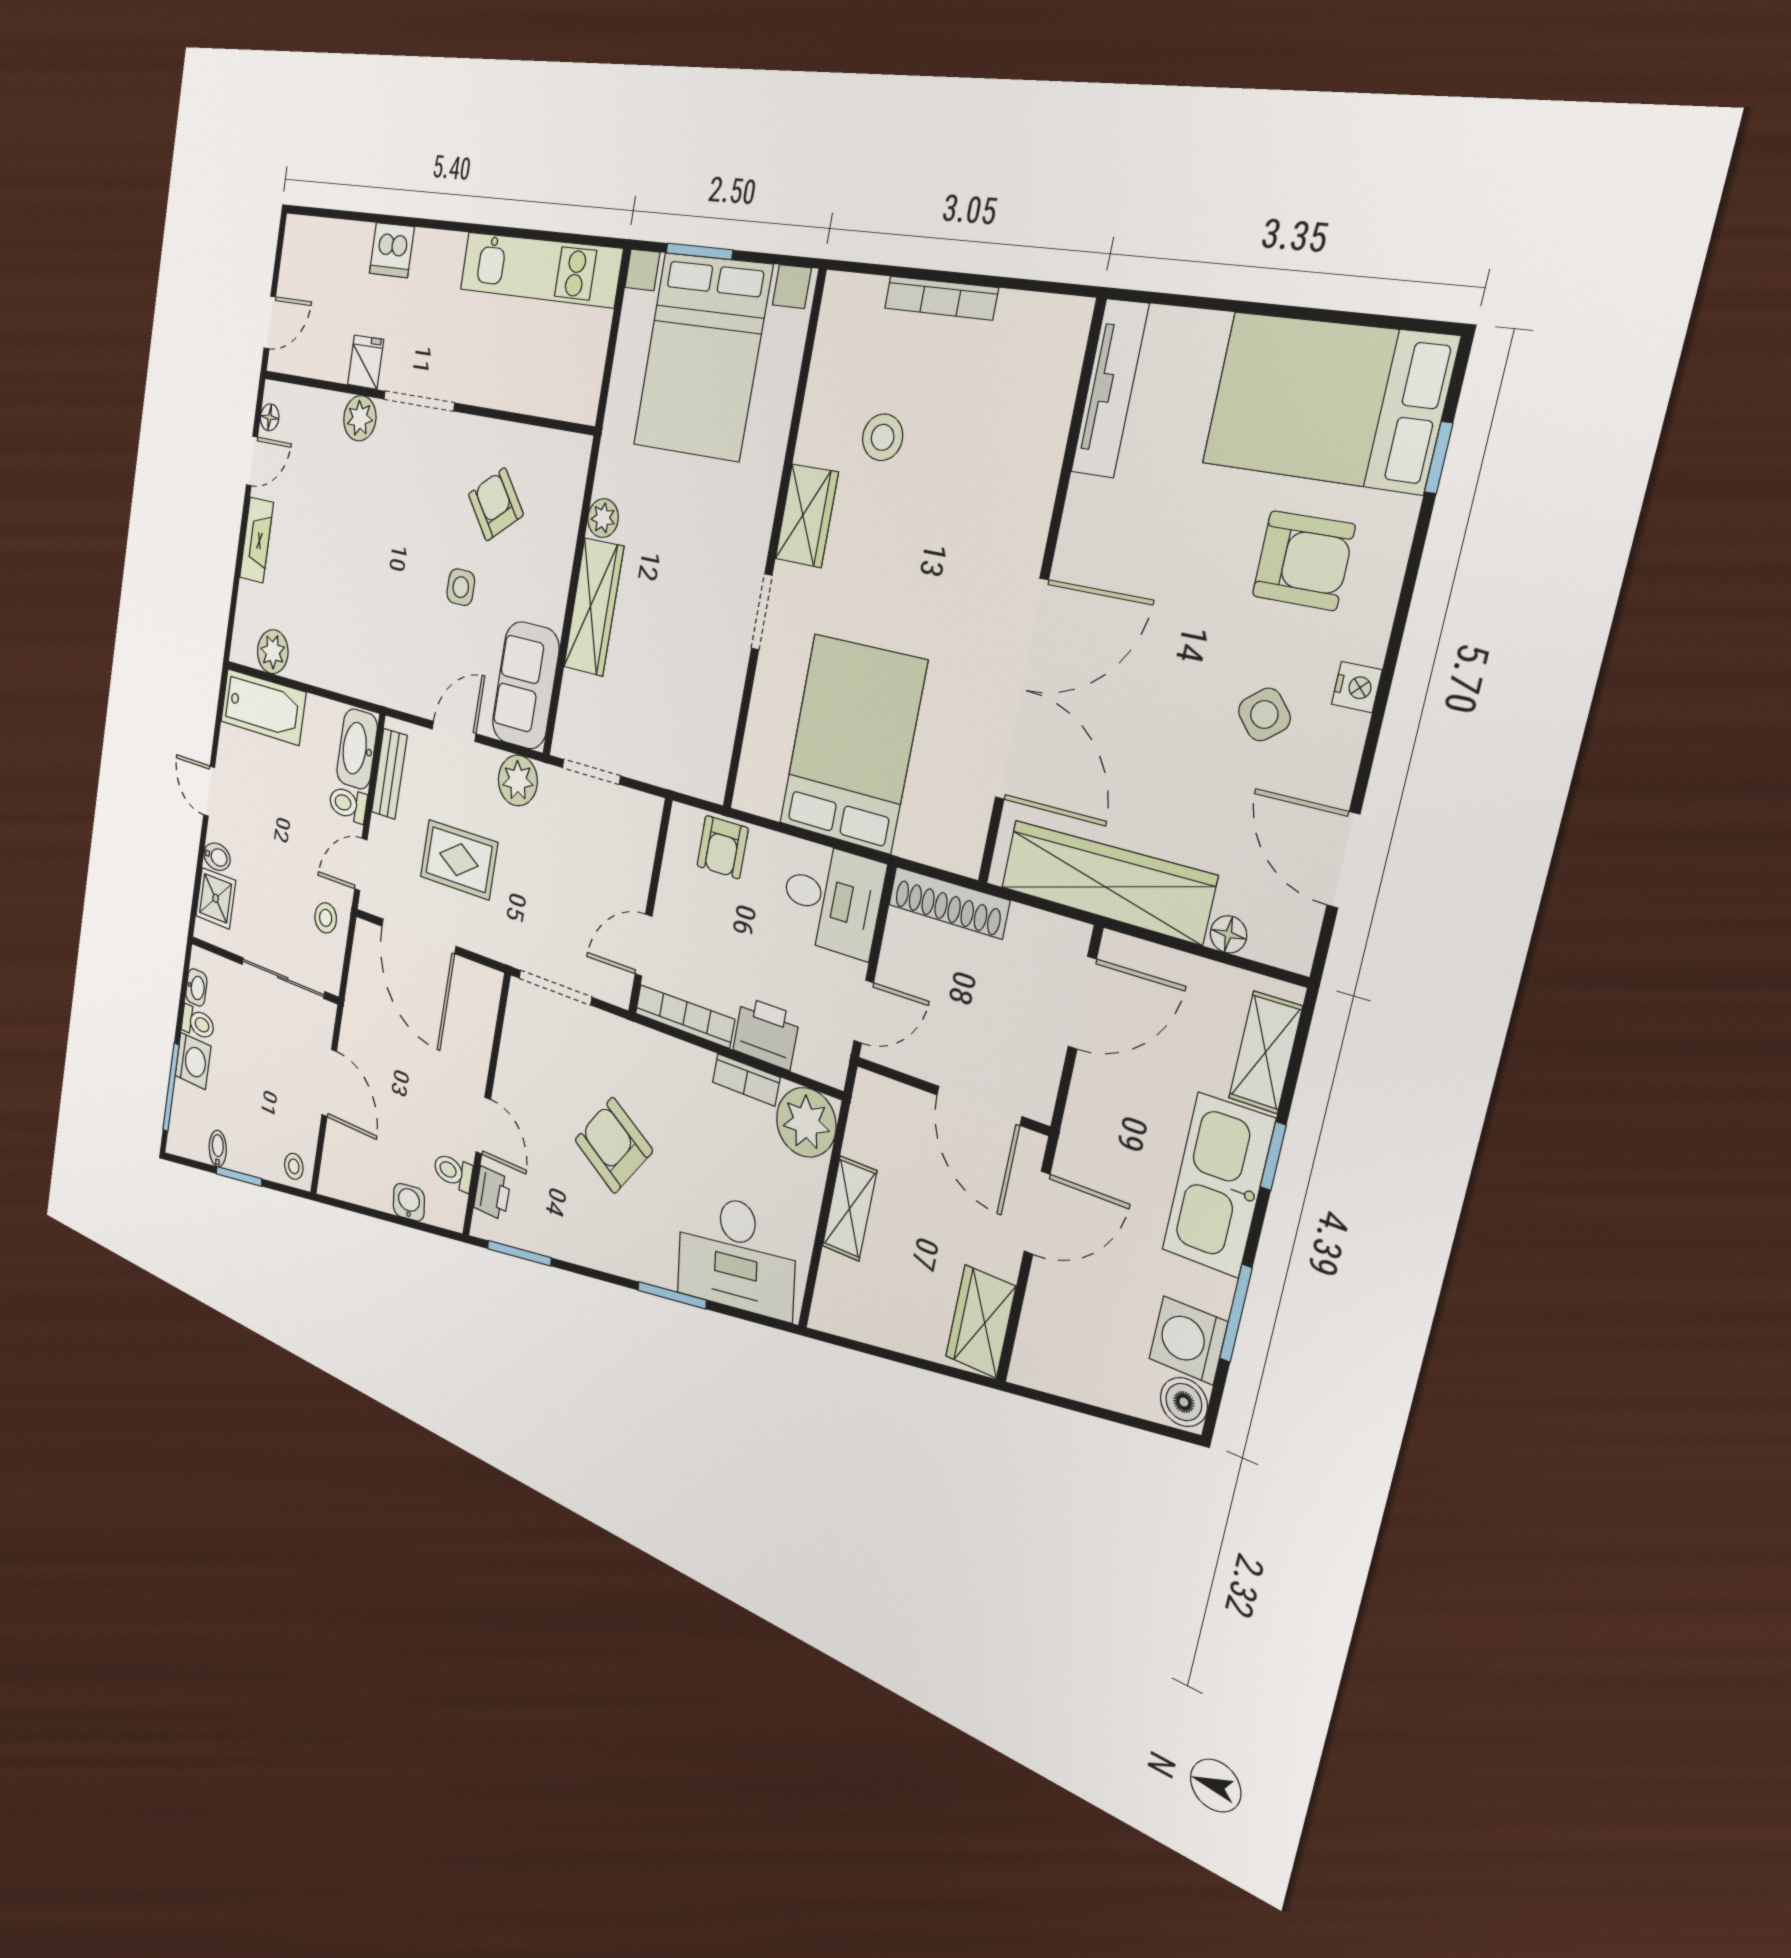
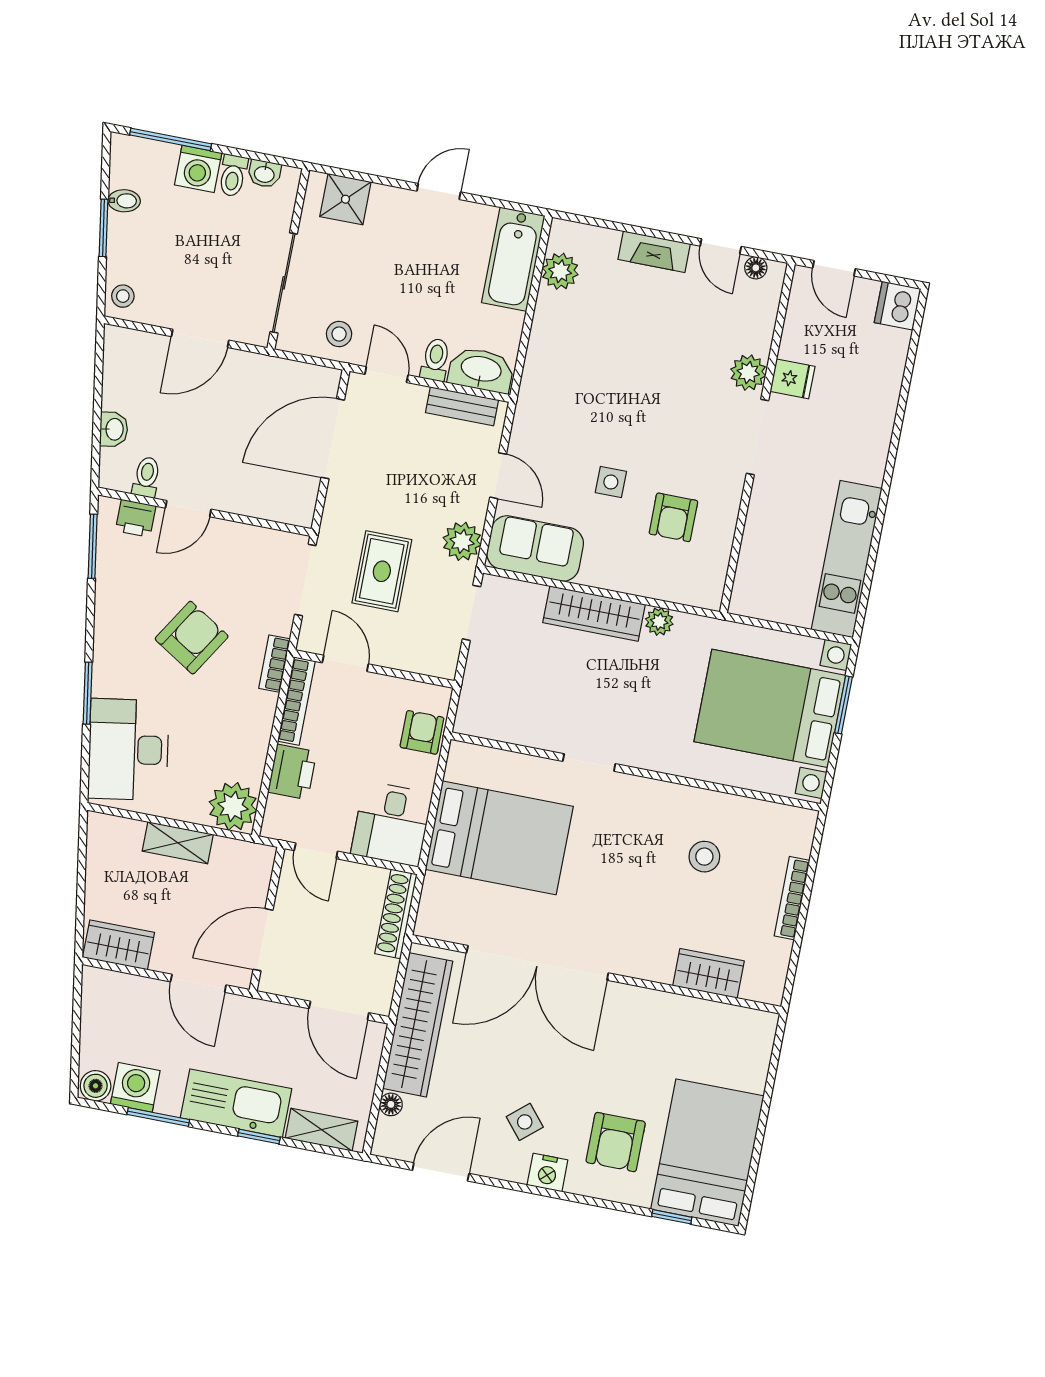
dishwasher: (392, 250) -> (898, 306), moved
tv unit: (1110, 388) -> (725, 1018), removed
armchair: (496, 504) -> (673, 517), turned 128
wardrobe: (807, 516) -> (708, 973), moved, turned 180
nightstand: (1357, 687) -> (547, 1173), width x1.39, depth x1.35
armchair: (723, 847) -> (422, 732), turned 90
bidet: (217, 857) -> (382, 201), removed
rug: (459, 860) -> (382, 571), moved
bookcase: (746, 1080) -> (274, 664), moved

